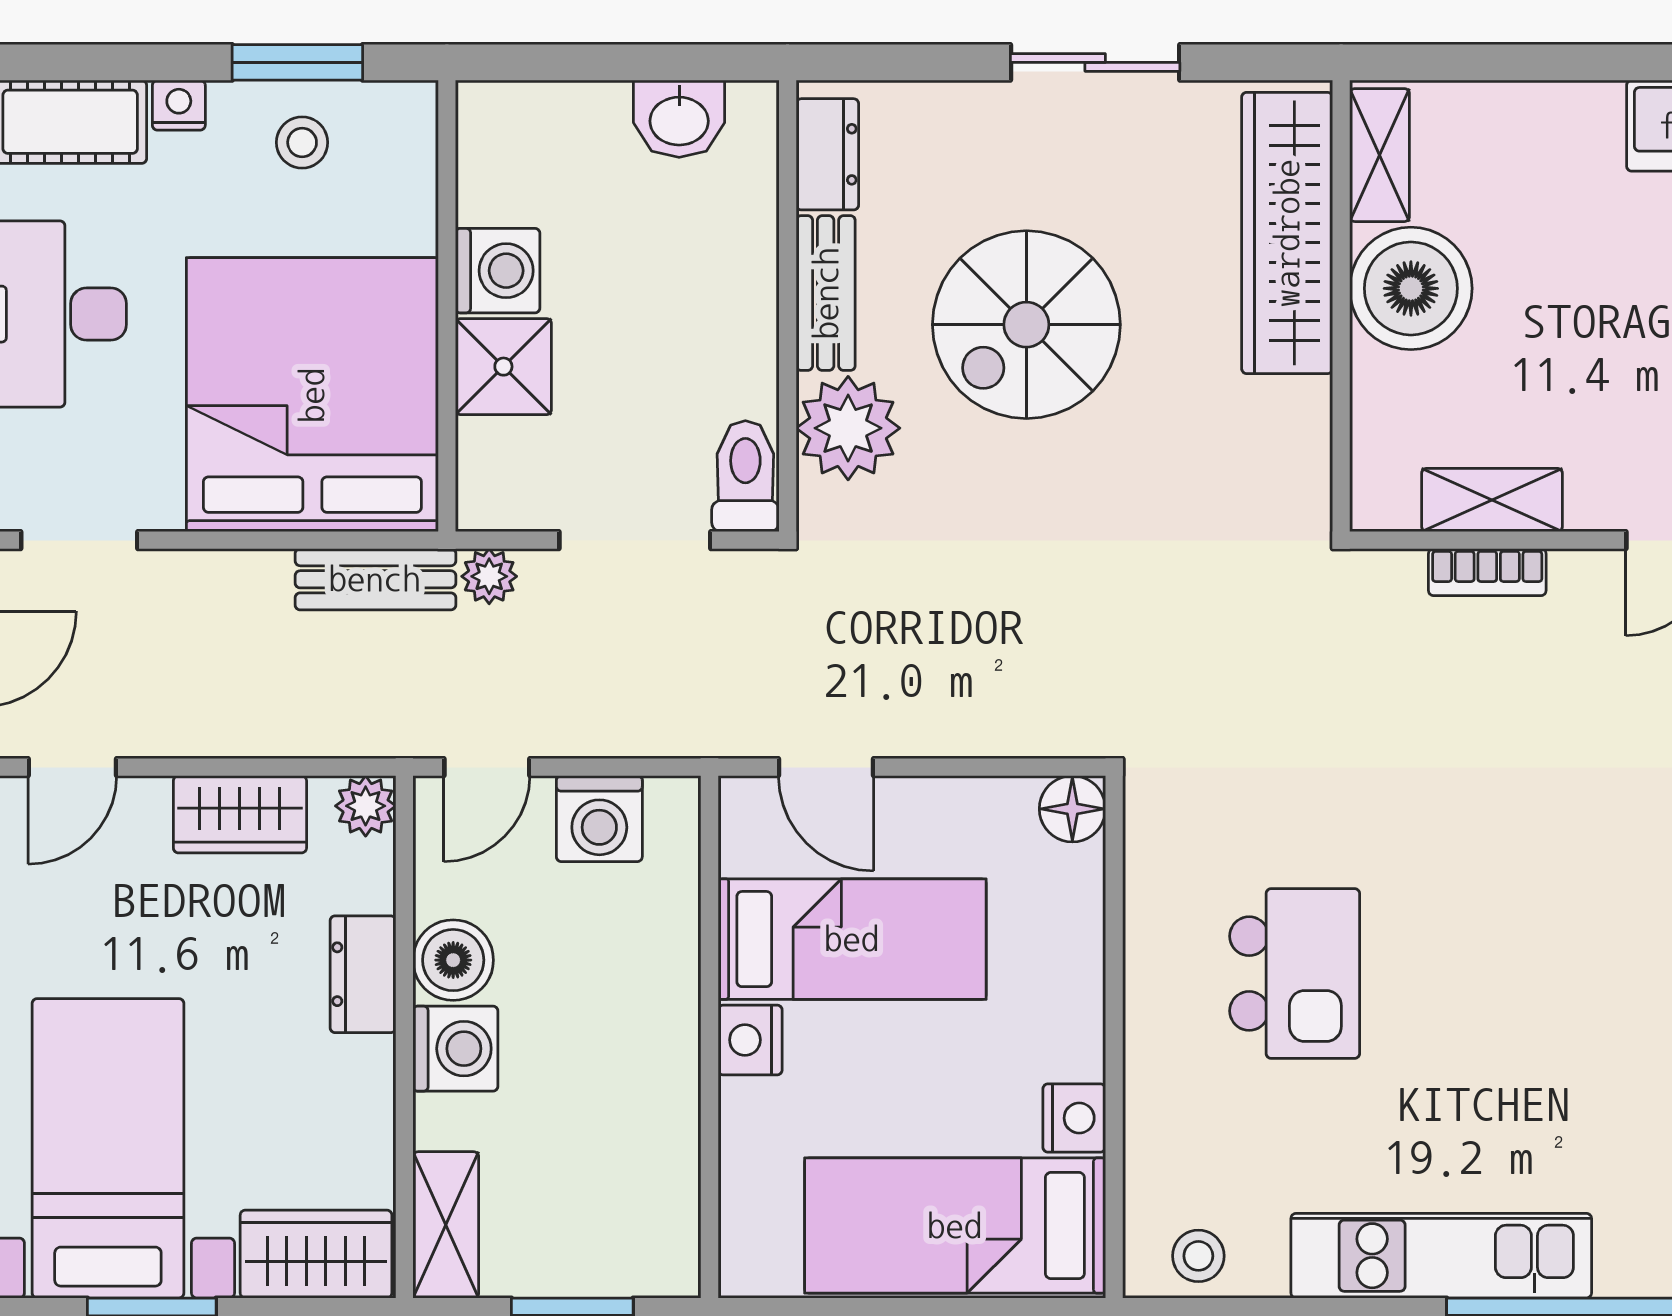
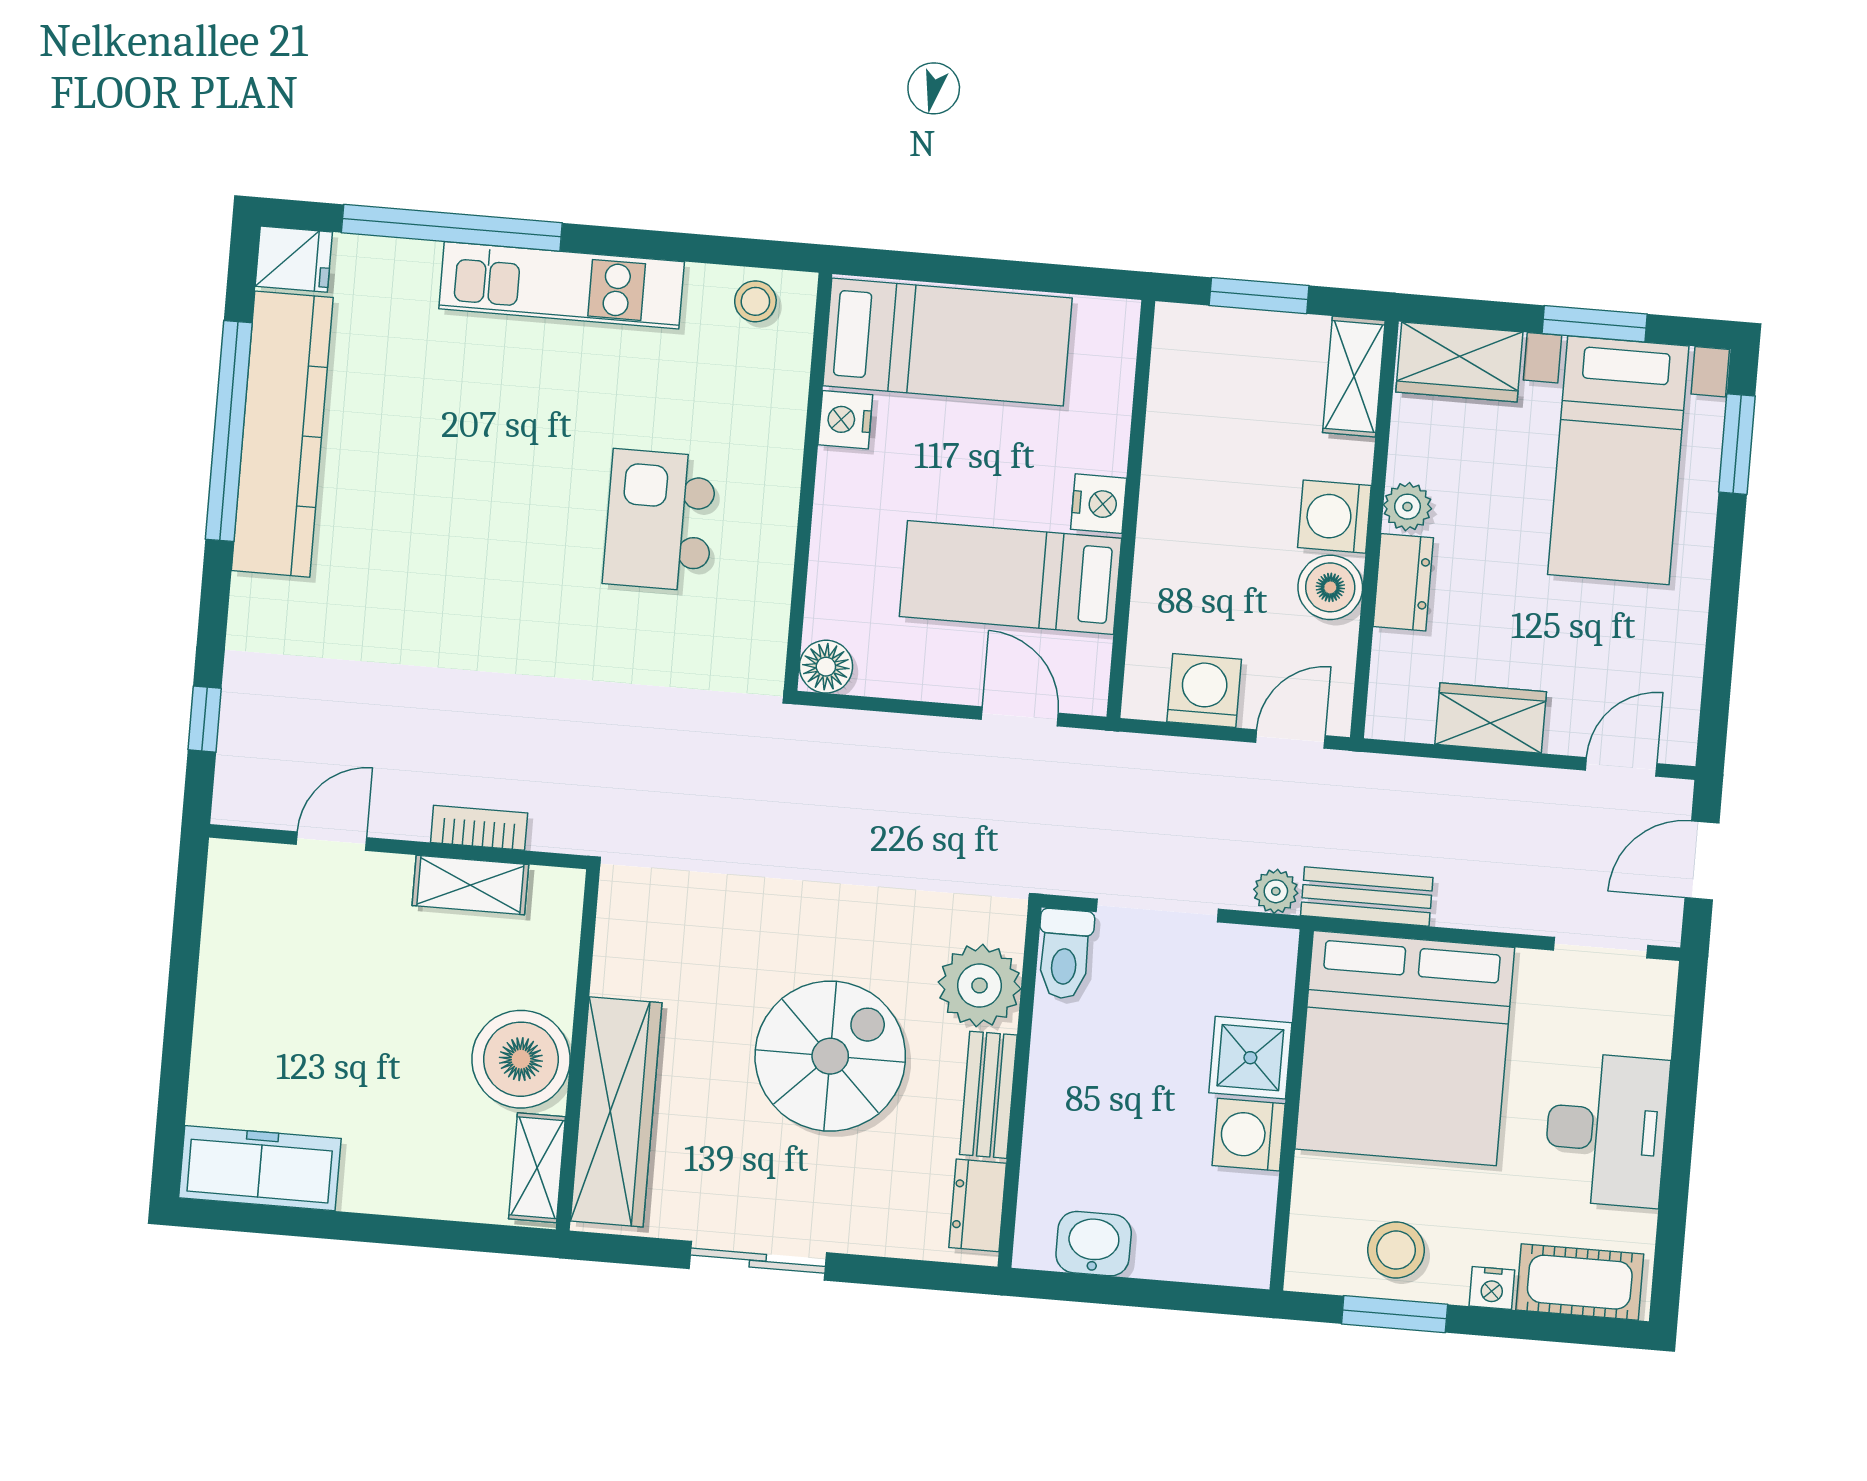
stool: (302, 142) -> (1396, 1250), width x1.37, depth x1.37
plant: (366, 806) -> (1407, 507), moved

